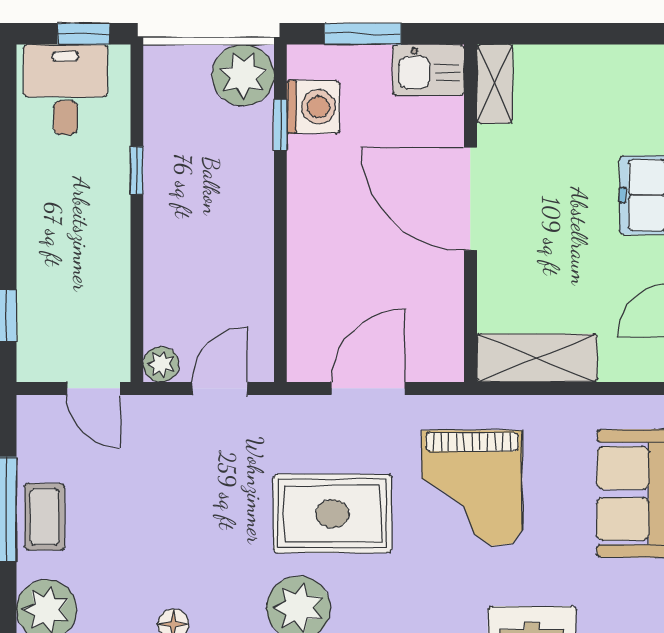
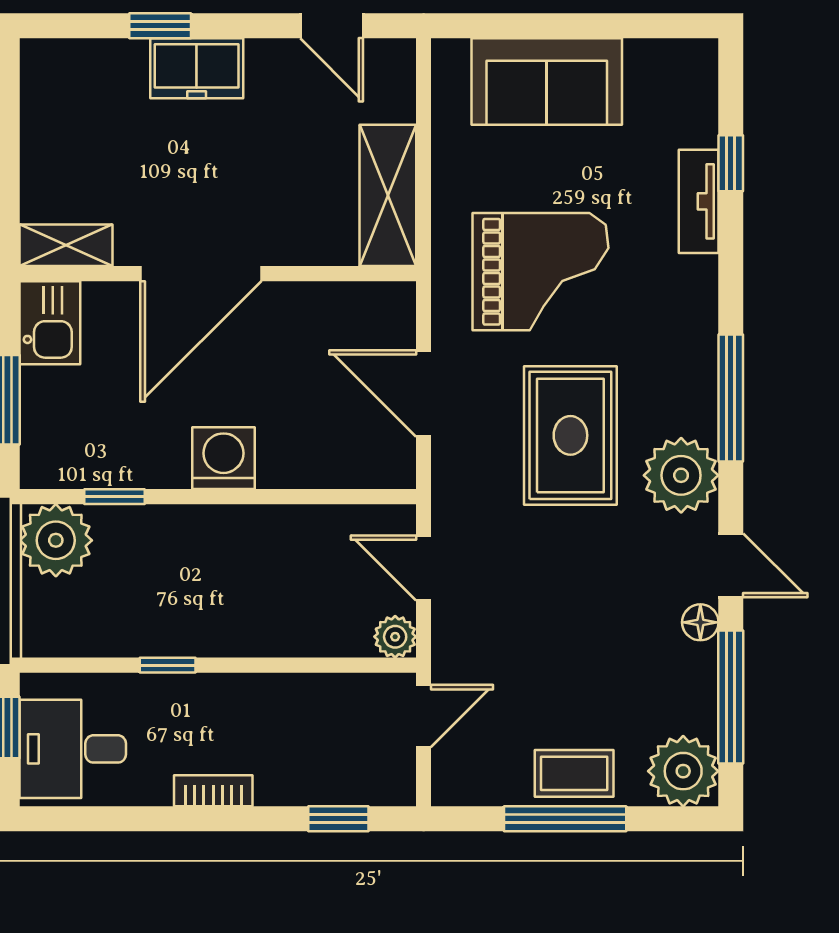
washing machine: (313, 107) -> (223, 458), moved
bookcase: (30, 209) -> (213, 791), added

